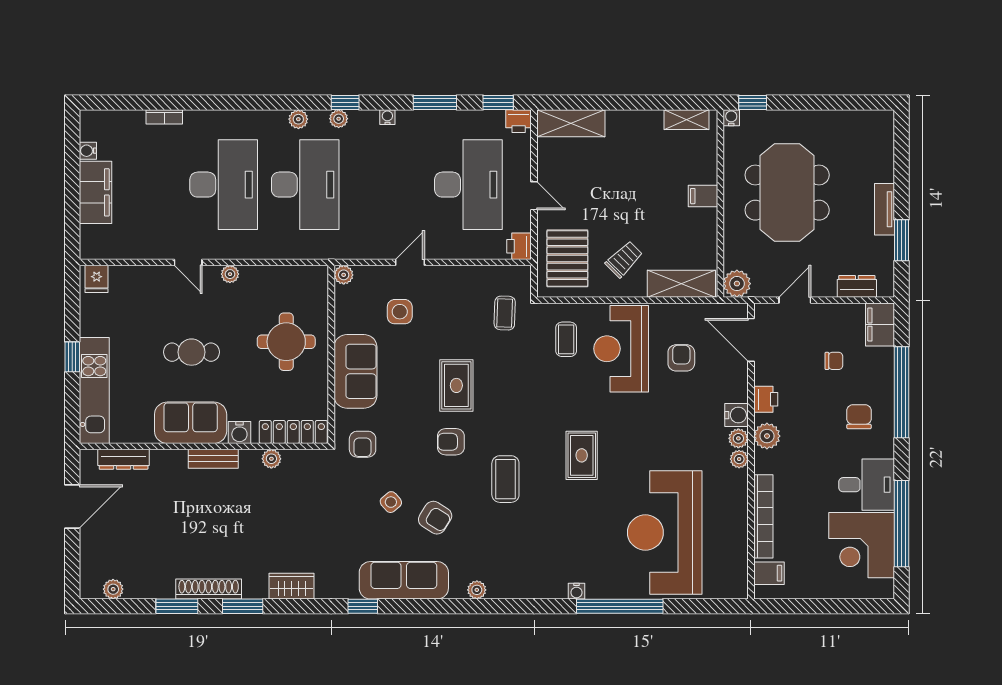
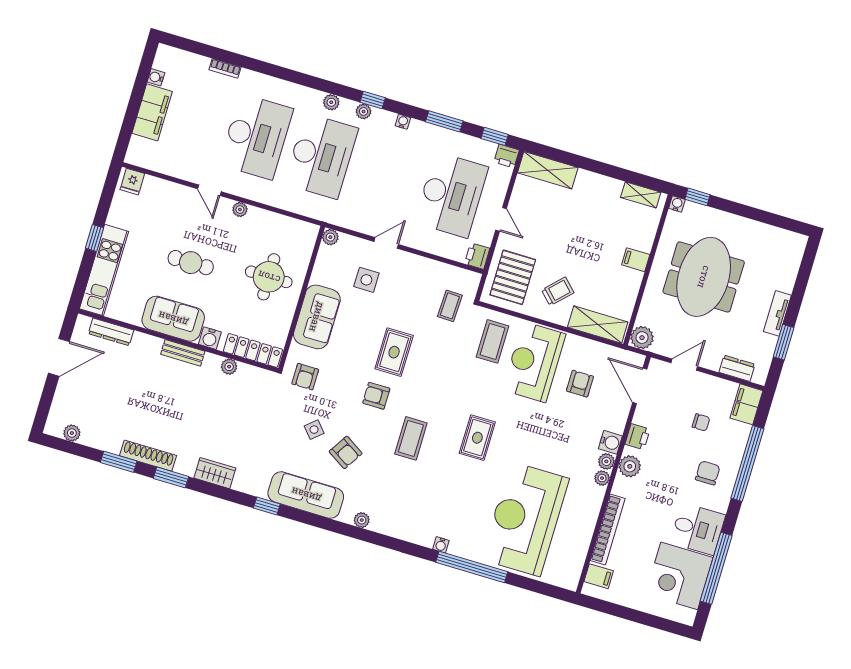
coffee table: (566, 339) -> (493, 341), width x1.36, depth x1.30

